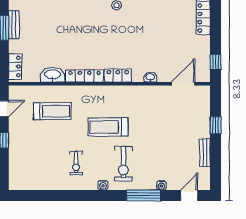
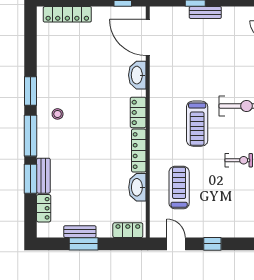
washbasin: (150, 77) -> (137, 75), width x1.91, depth x1.45
door: (183, 84) -> (148, 37), width x1.36
bench: (205, 153) -> (205, 12), moved

